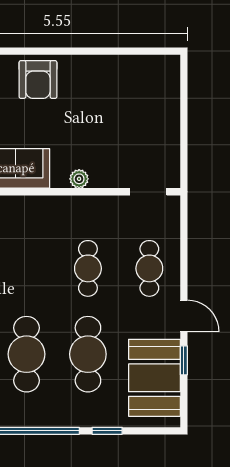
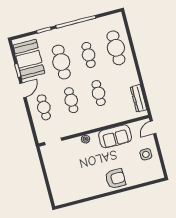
armchair: (38, 79) -> (115, 179), turned 90
cafe table: (27, 268) -> (99, 93), added
door: (184, 316) -> (23, 90), swing flipped
cafe table: (27, 354) -> (89, 55), width x0.73, depth x0.74

